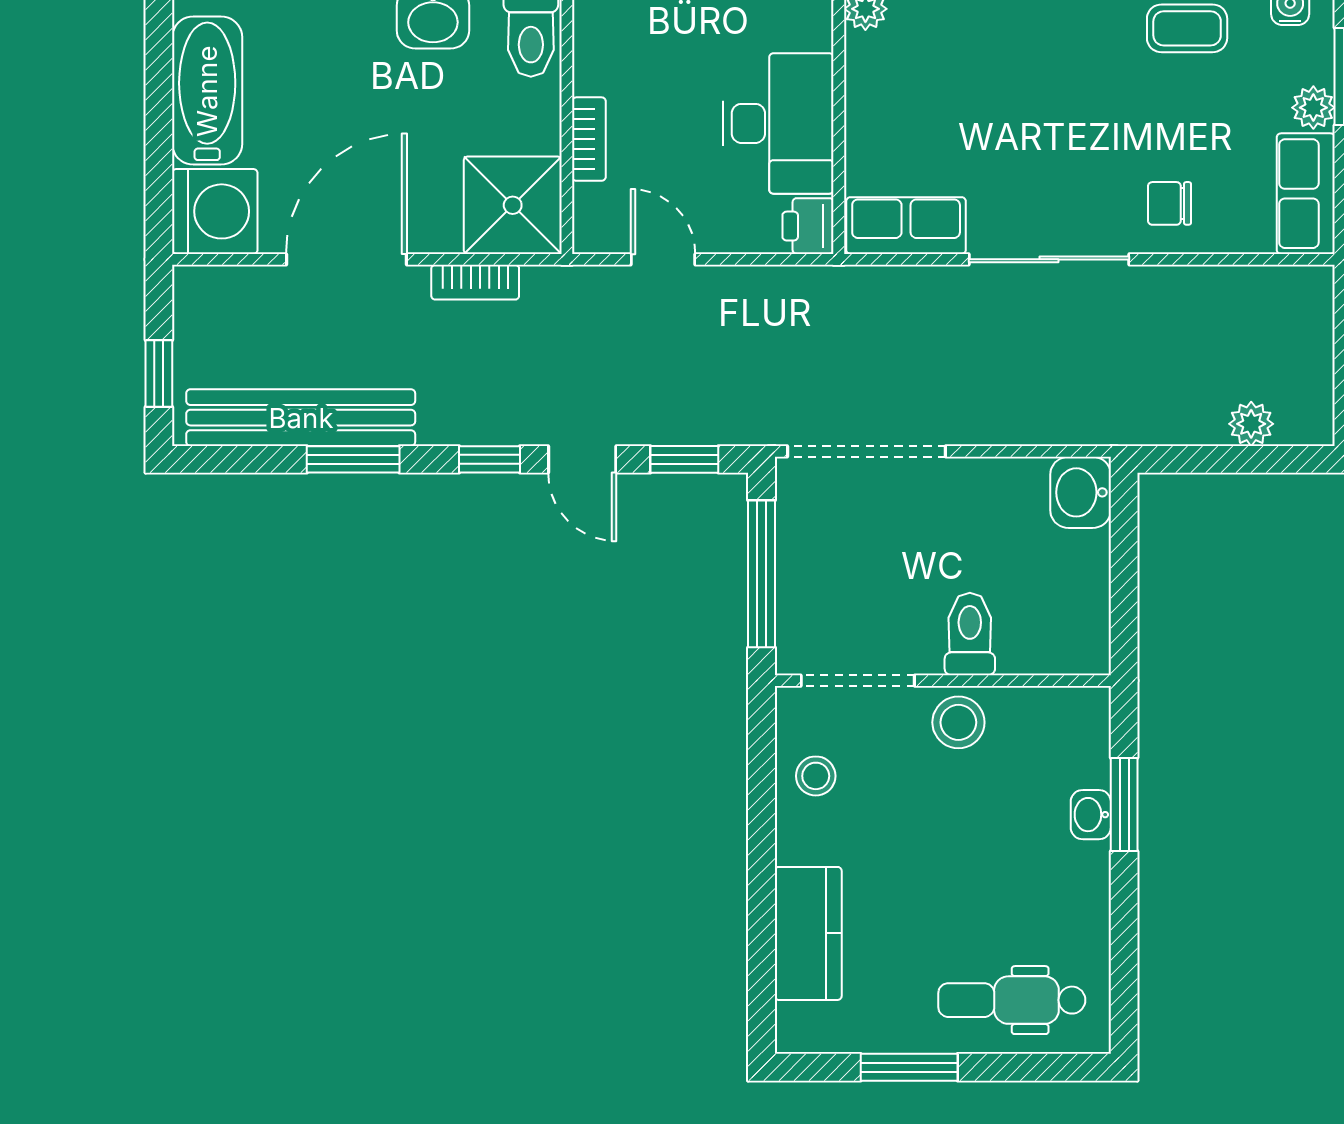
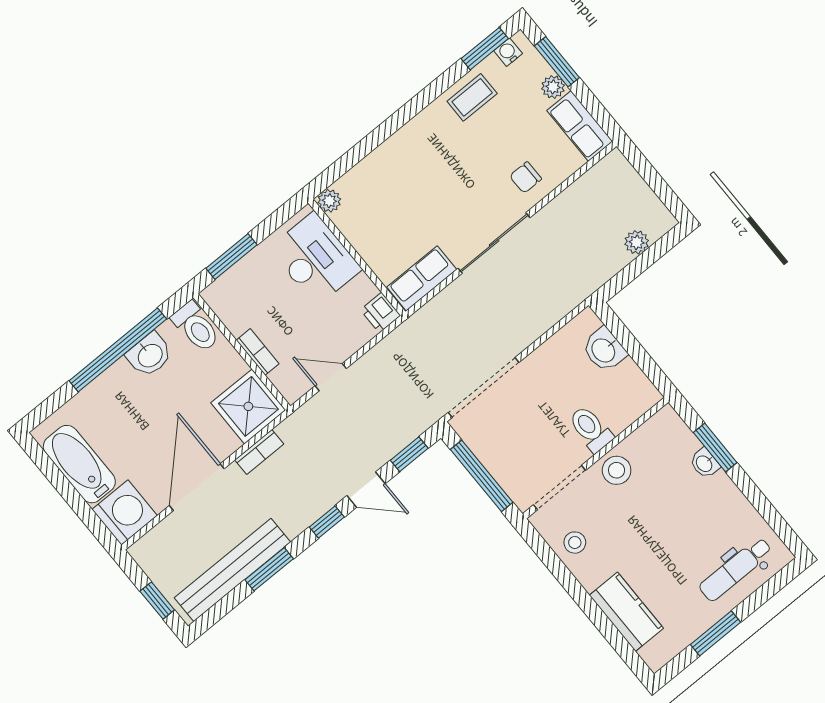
desk: (778, 123) -> (315, 259), moved
washbasin: (1081, 492) -> (604, 350), moved

